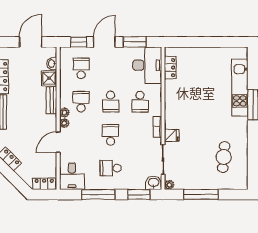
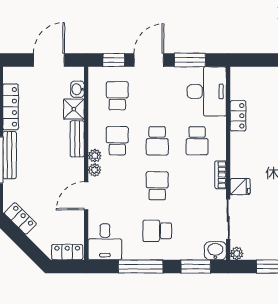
locker: (170, 68) -> (238, 116), moved

